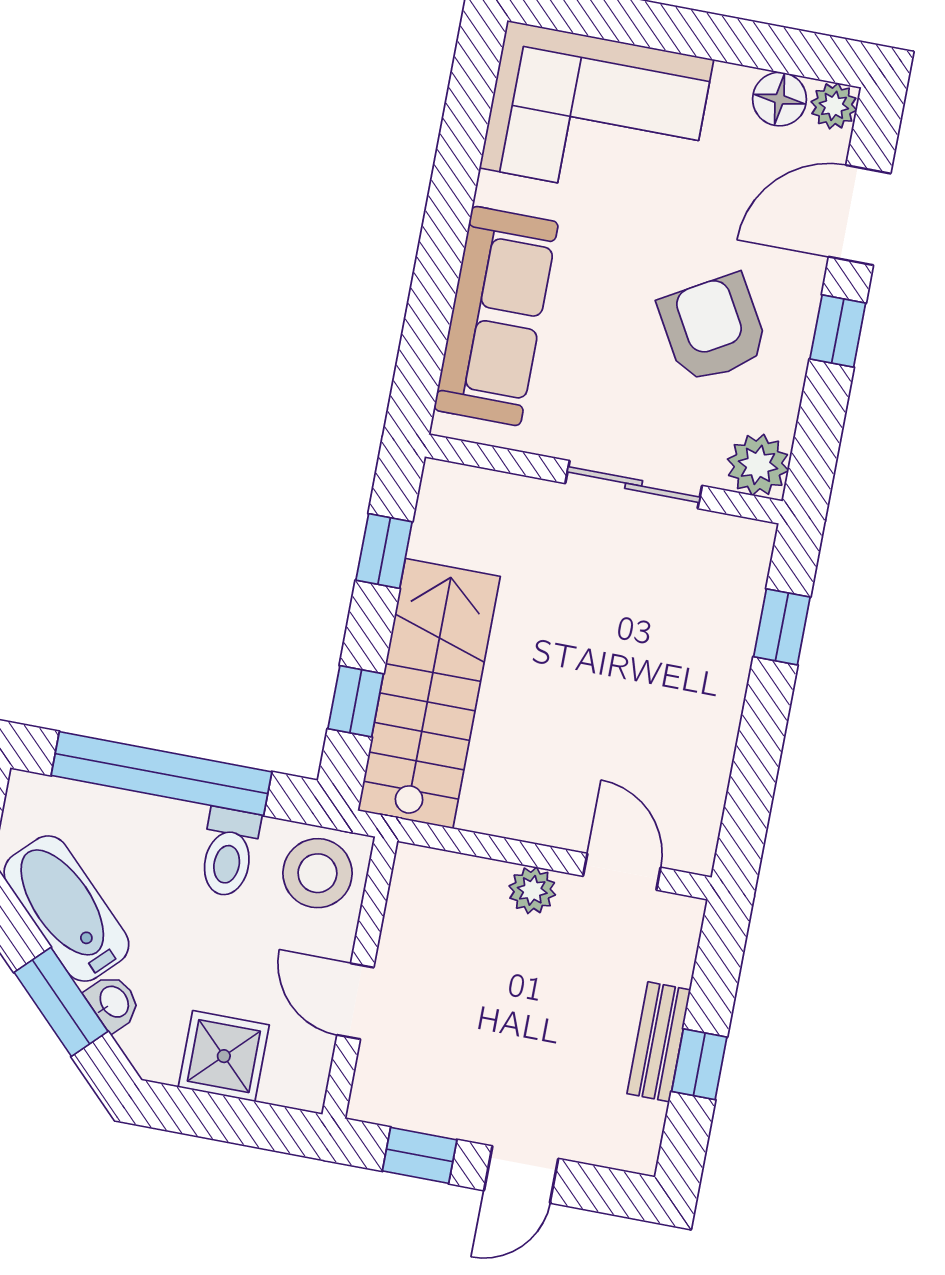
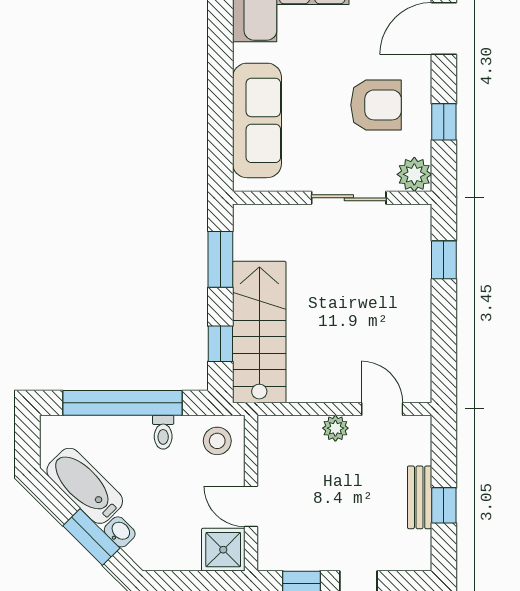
armchair: (713, 328) -> (376, 105), turned 120
window: (838, 331) -> (444, 122), moved
window: (384, 551) -> (220, 259), width x1.50
toilet: (229, 852) -> (163, 432), width x0.73, depth x0.72
stool: (317, 873) -> (217, 441), width x0.73, depth x0.73
shower: (224, 1056) -> (223, 550), moved

